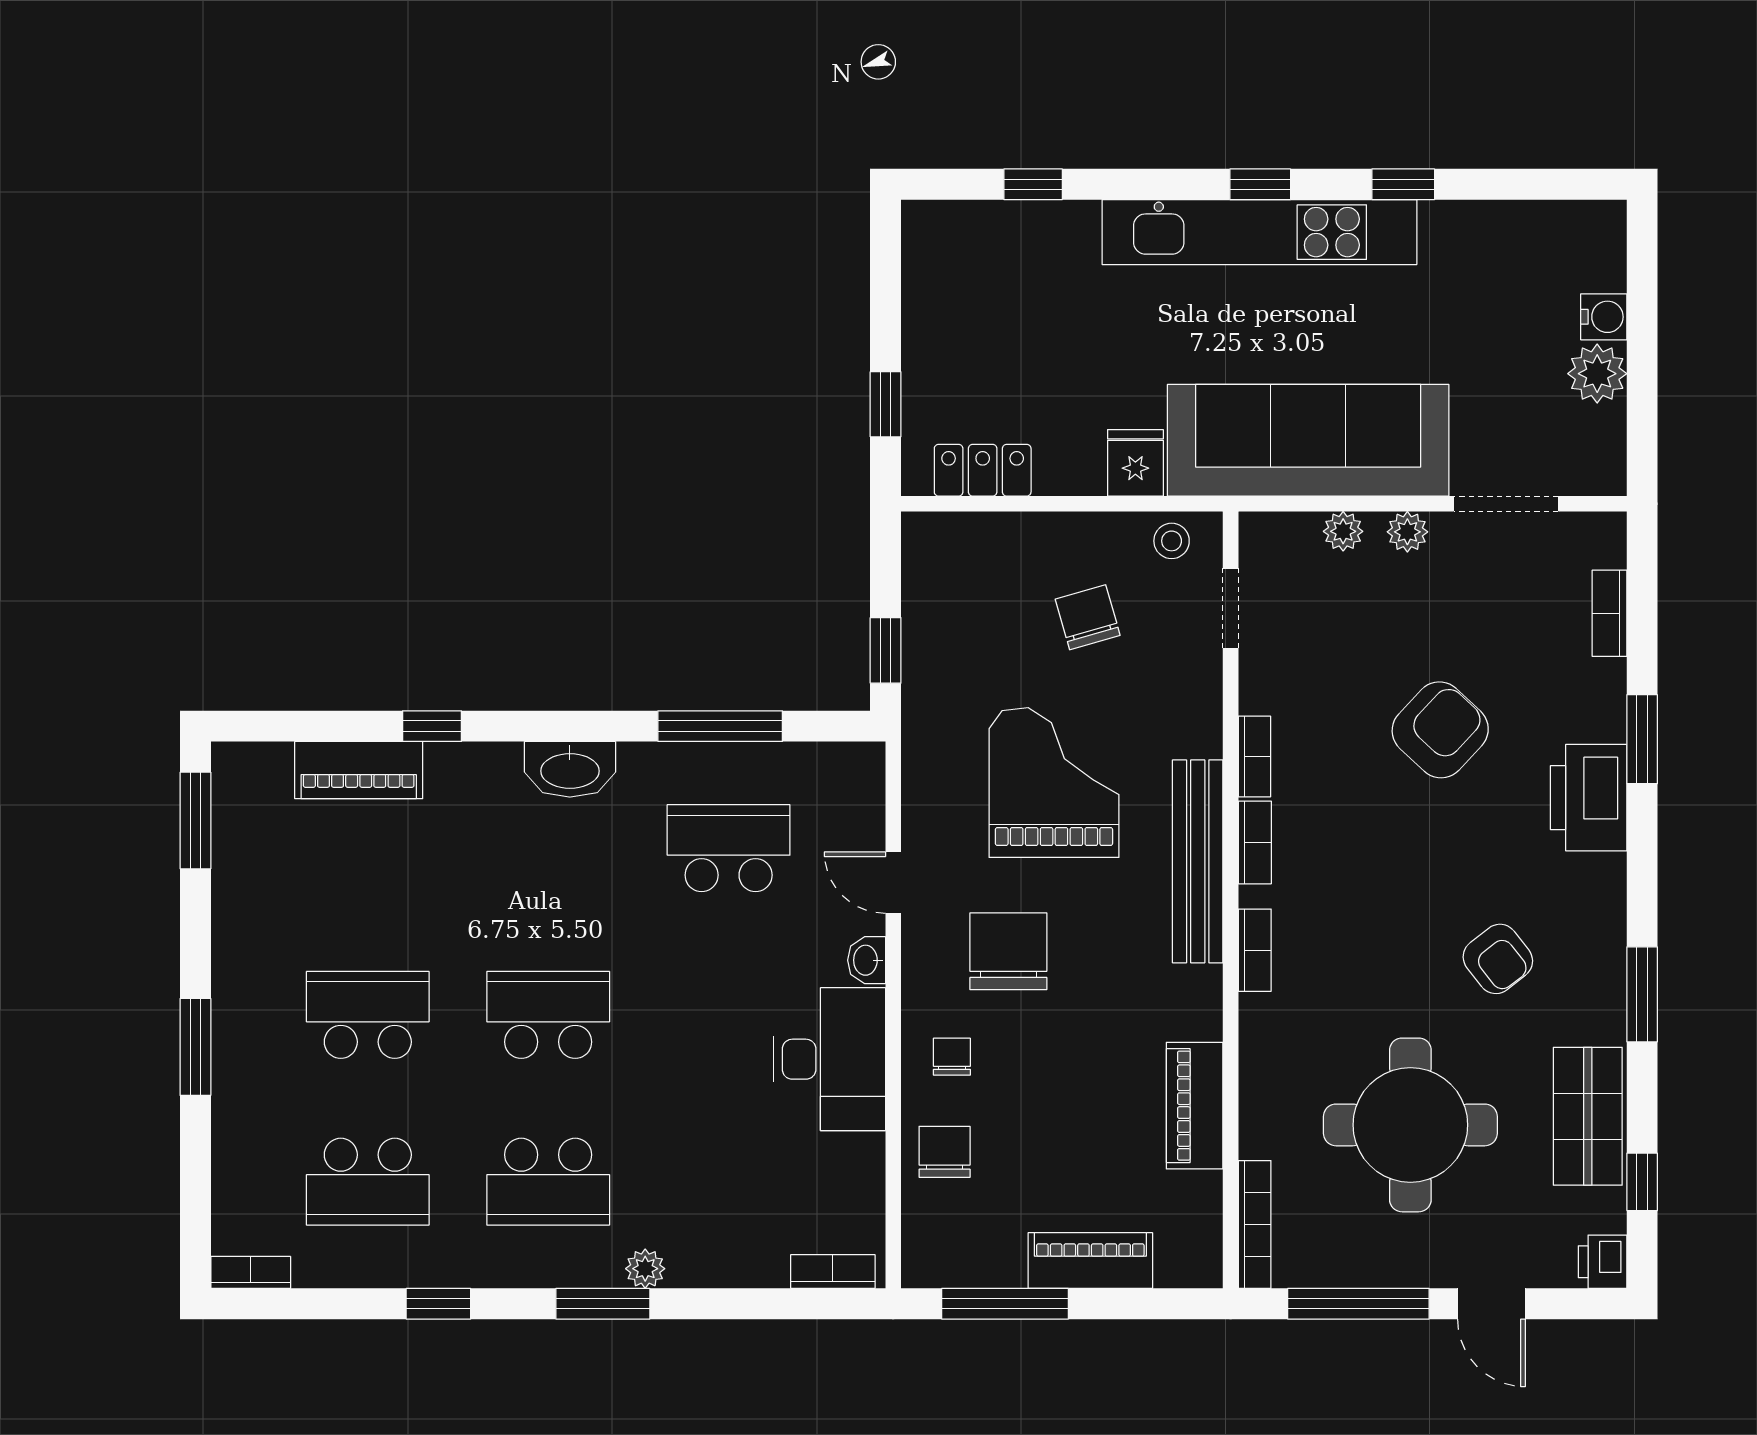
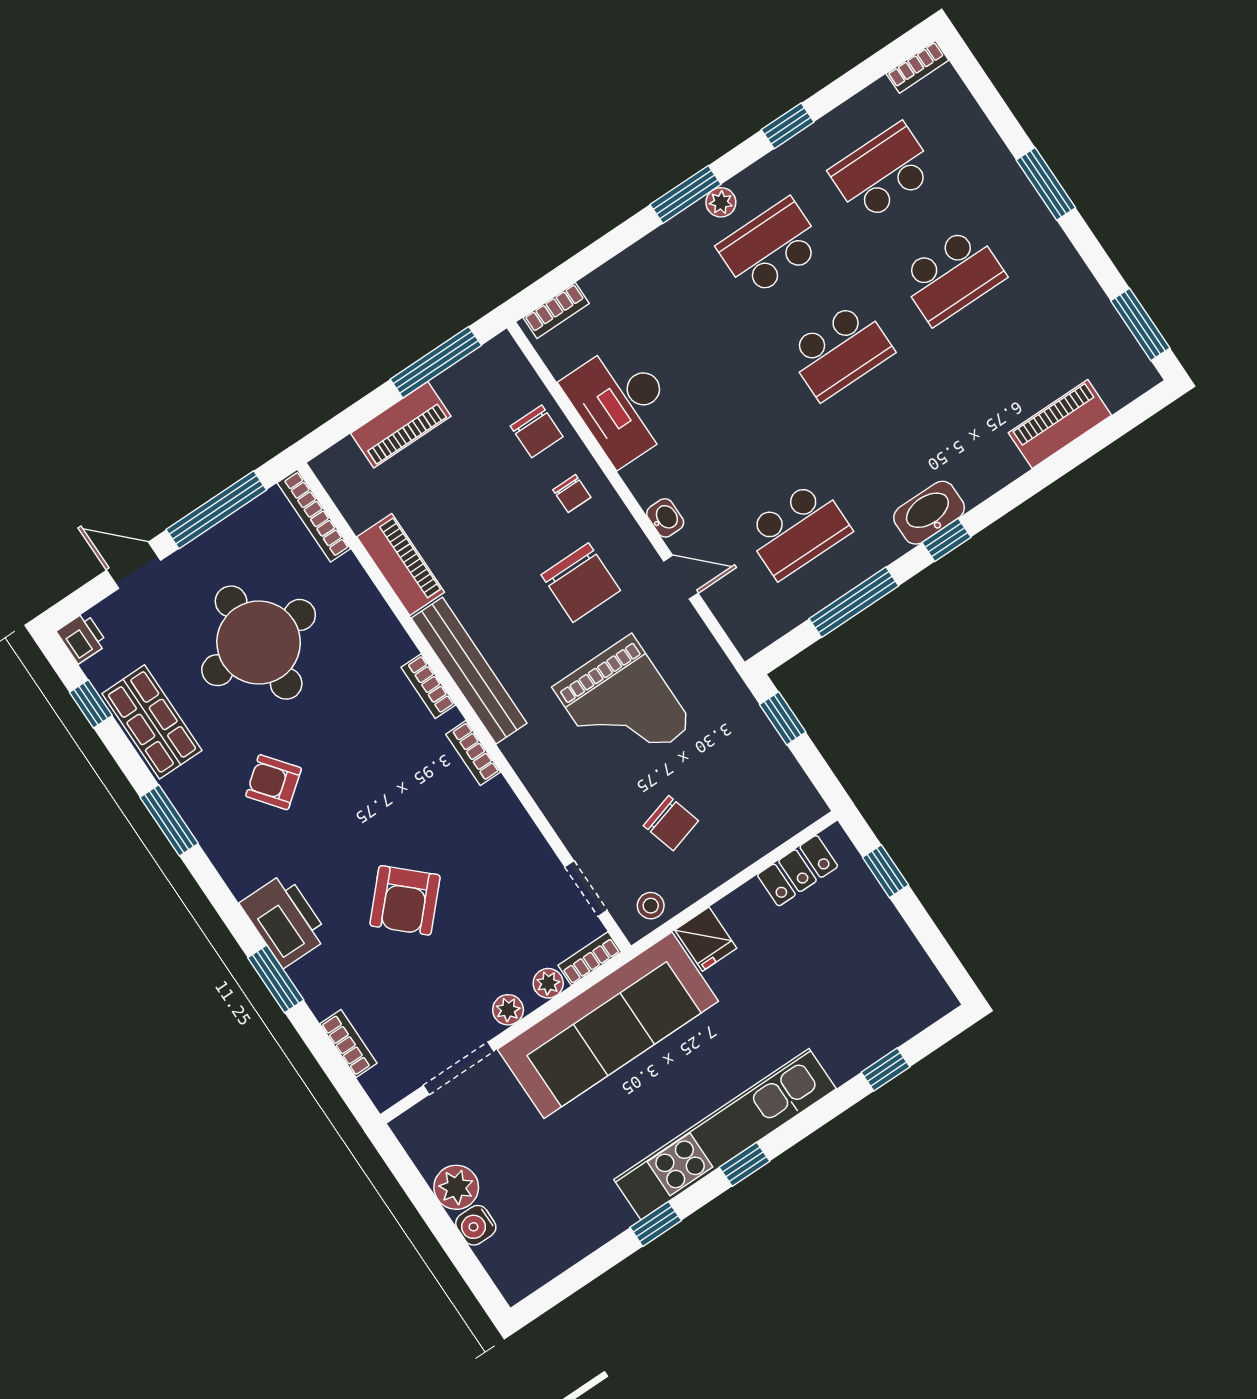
window: (432, 726) -> (946, 540), moved
bookcase: (1254, 757) -> (590, 959), moved, turned 90
bench: (1198, 861) -> (469, 671), moved
desk: (829, 1059) -> (622, 403), moved
plant: (645, 1269) -> (721, 202), moved

